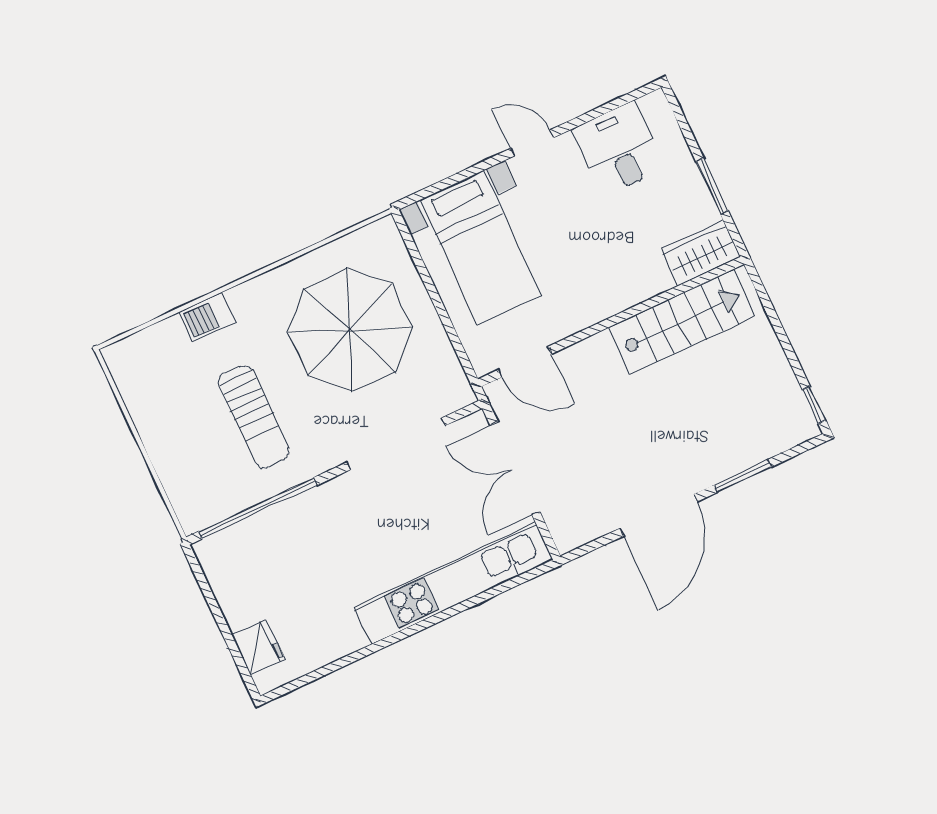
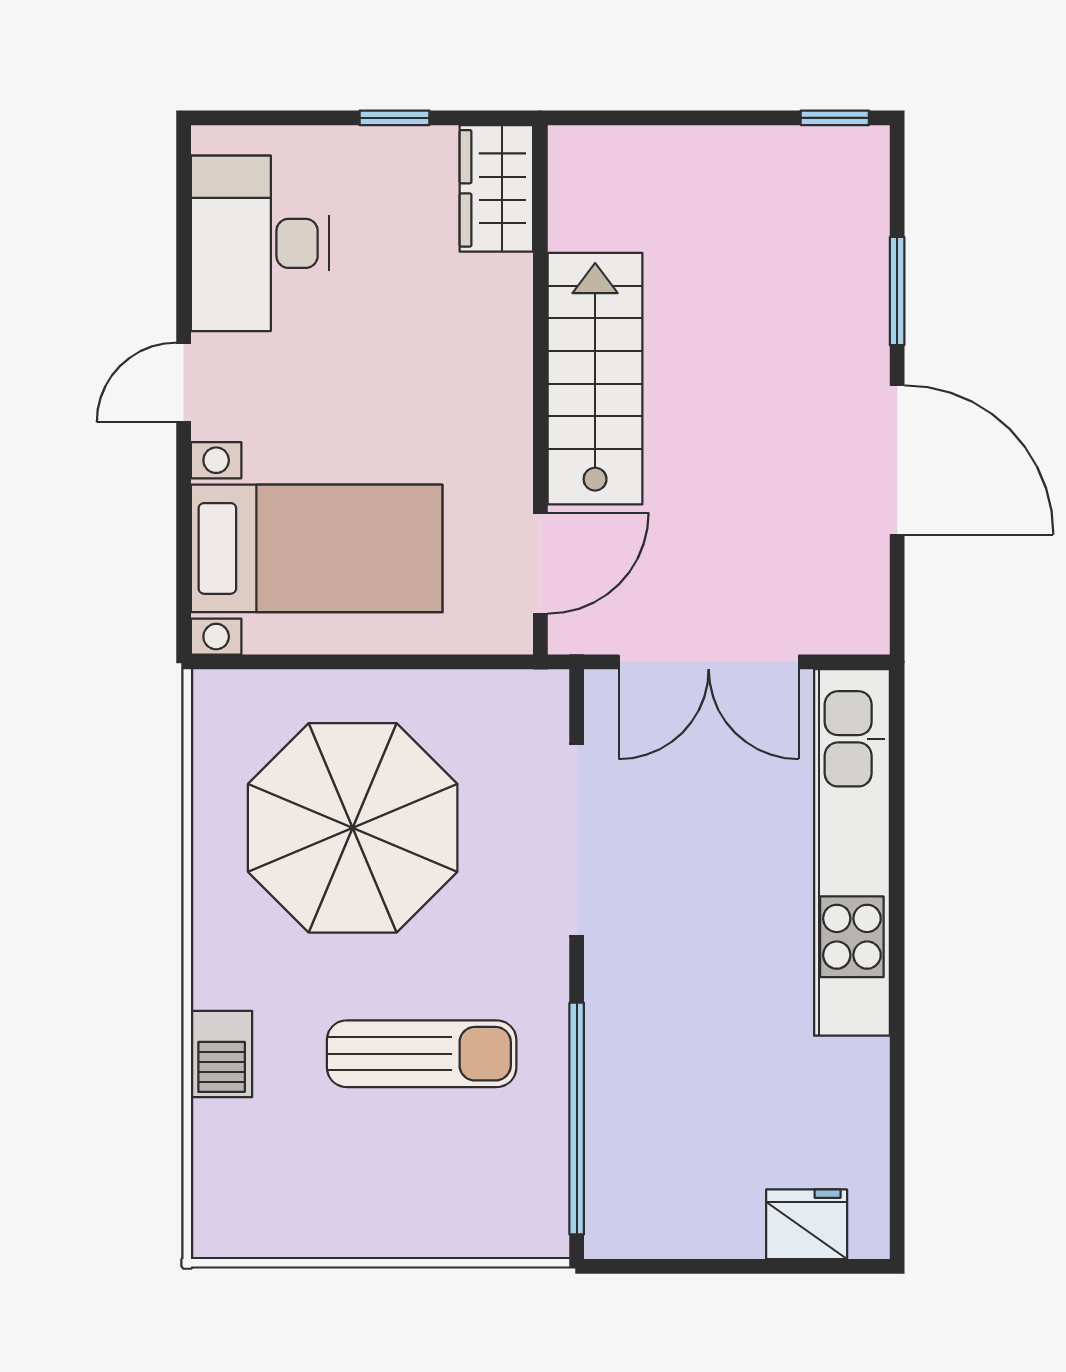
desk: (619, 149) -> (260, 243), width x1.37
window: (712, 186) -> (394, 118), width x0.67
stairs: (682, 322) -> (595, 379), moved

